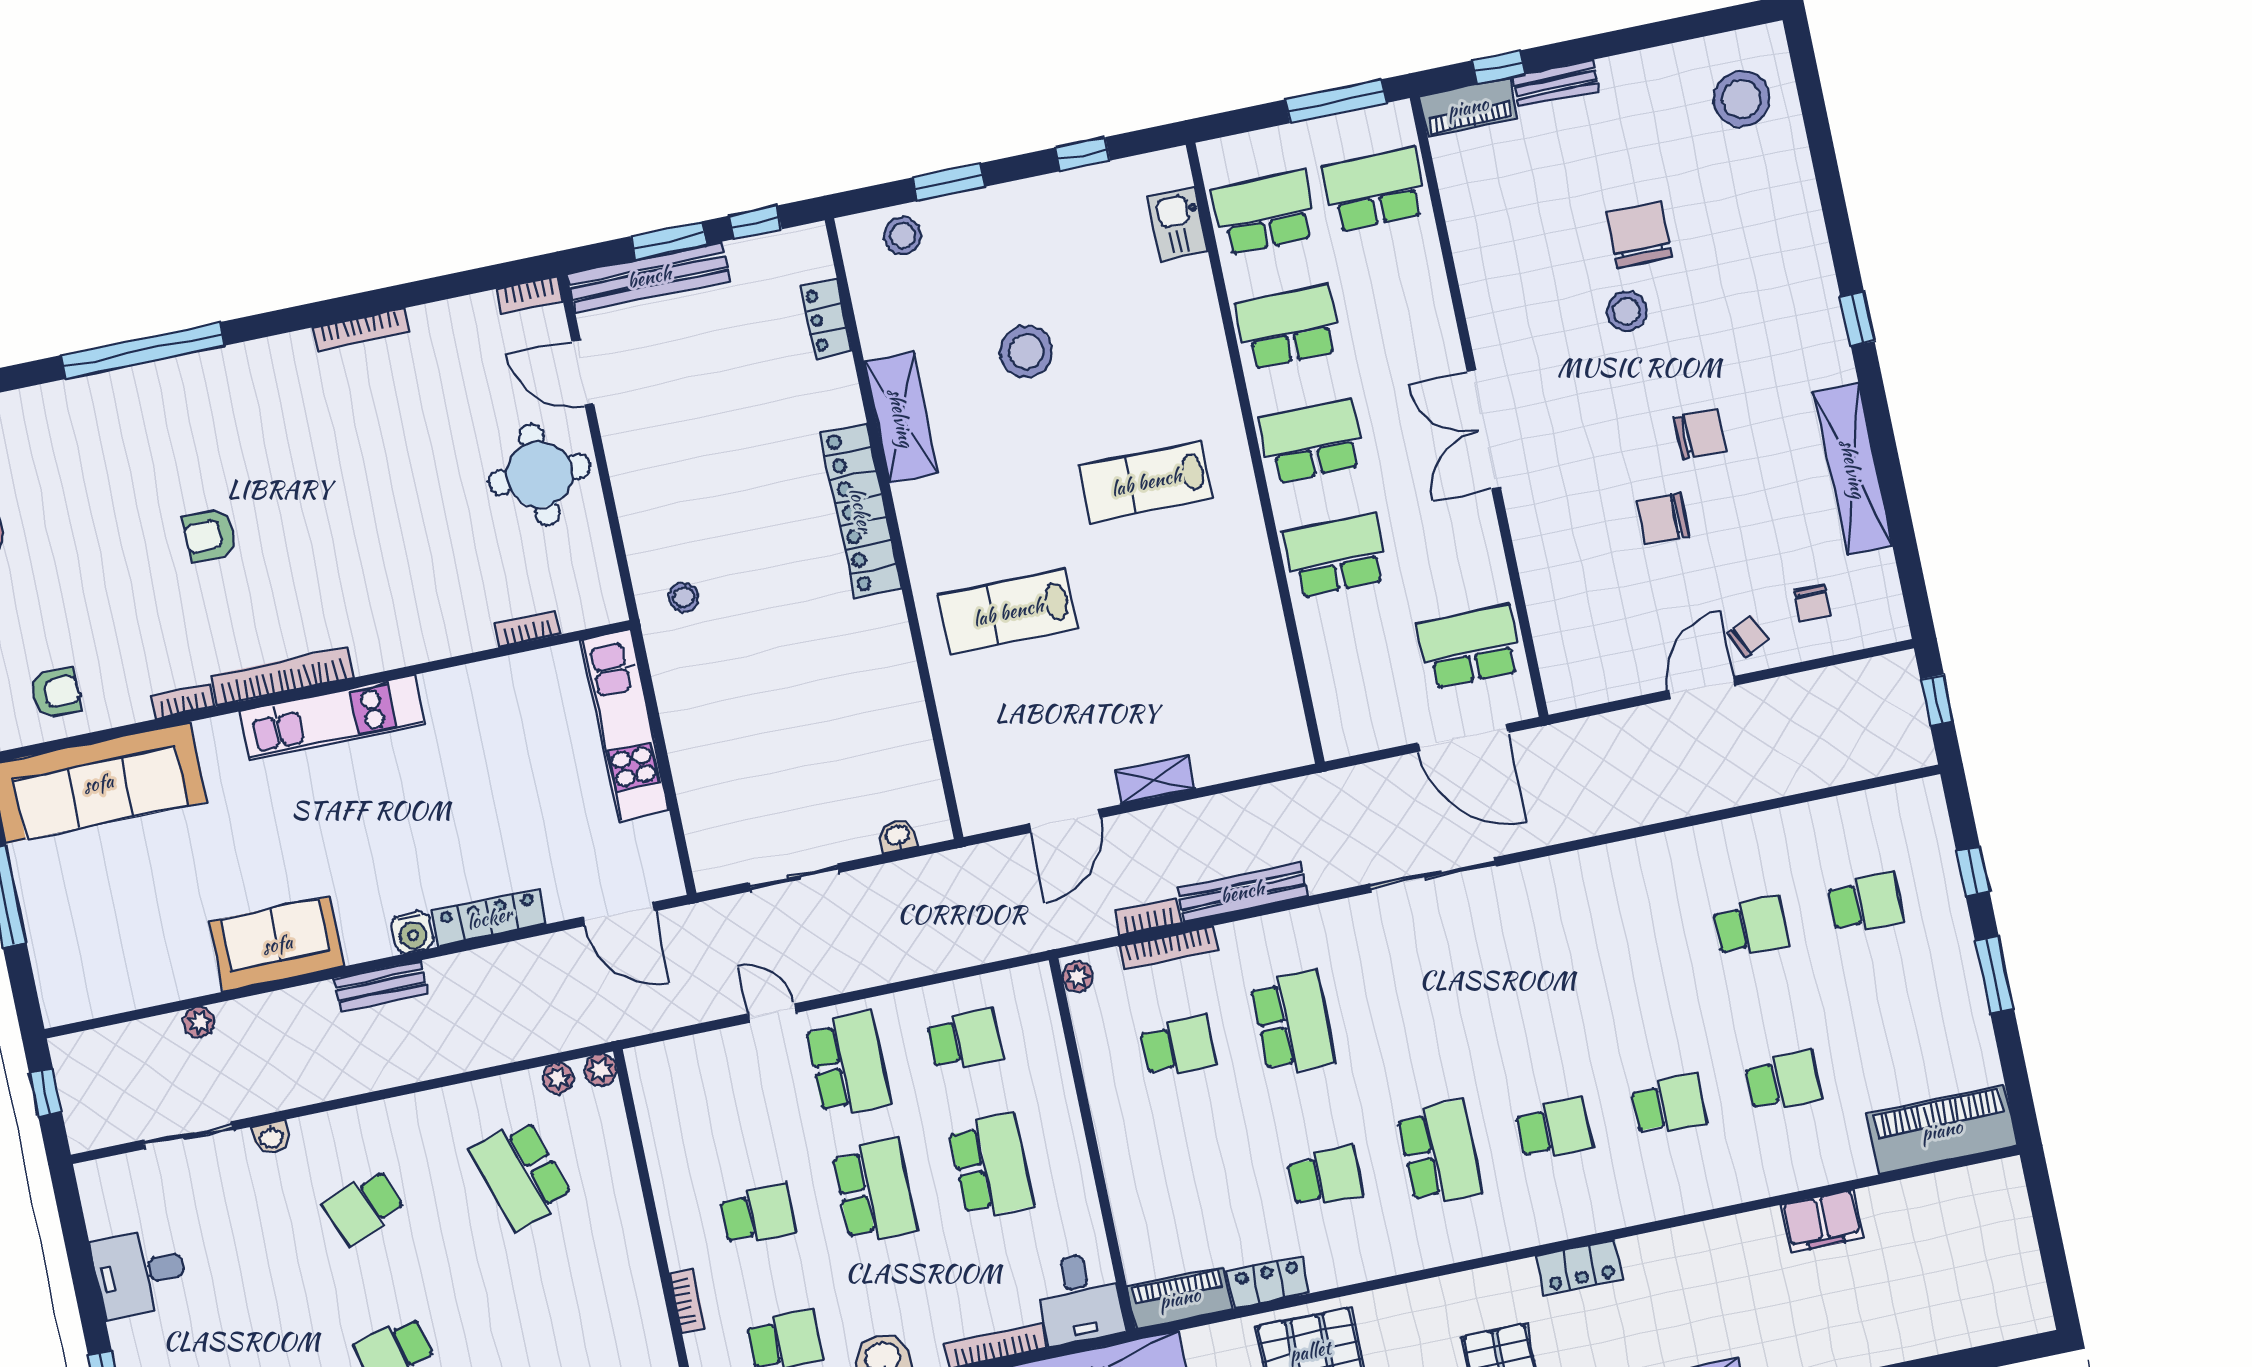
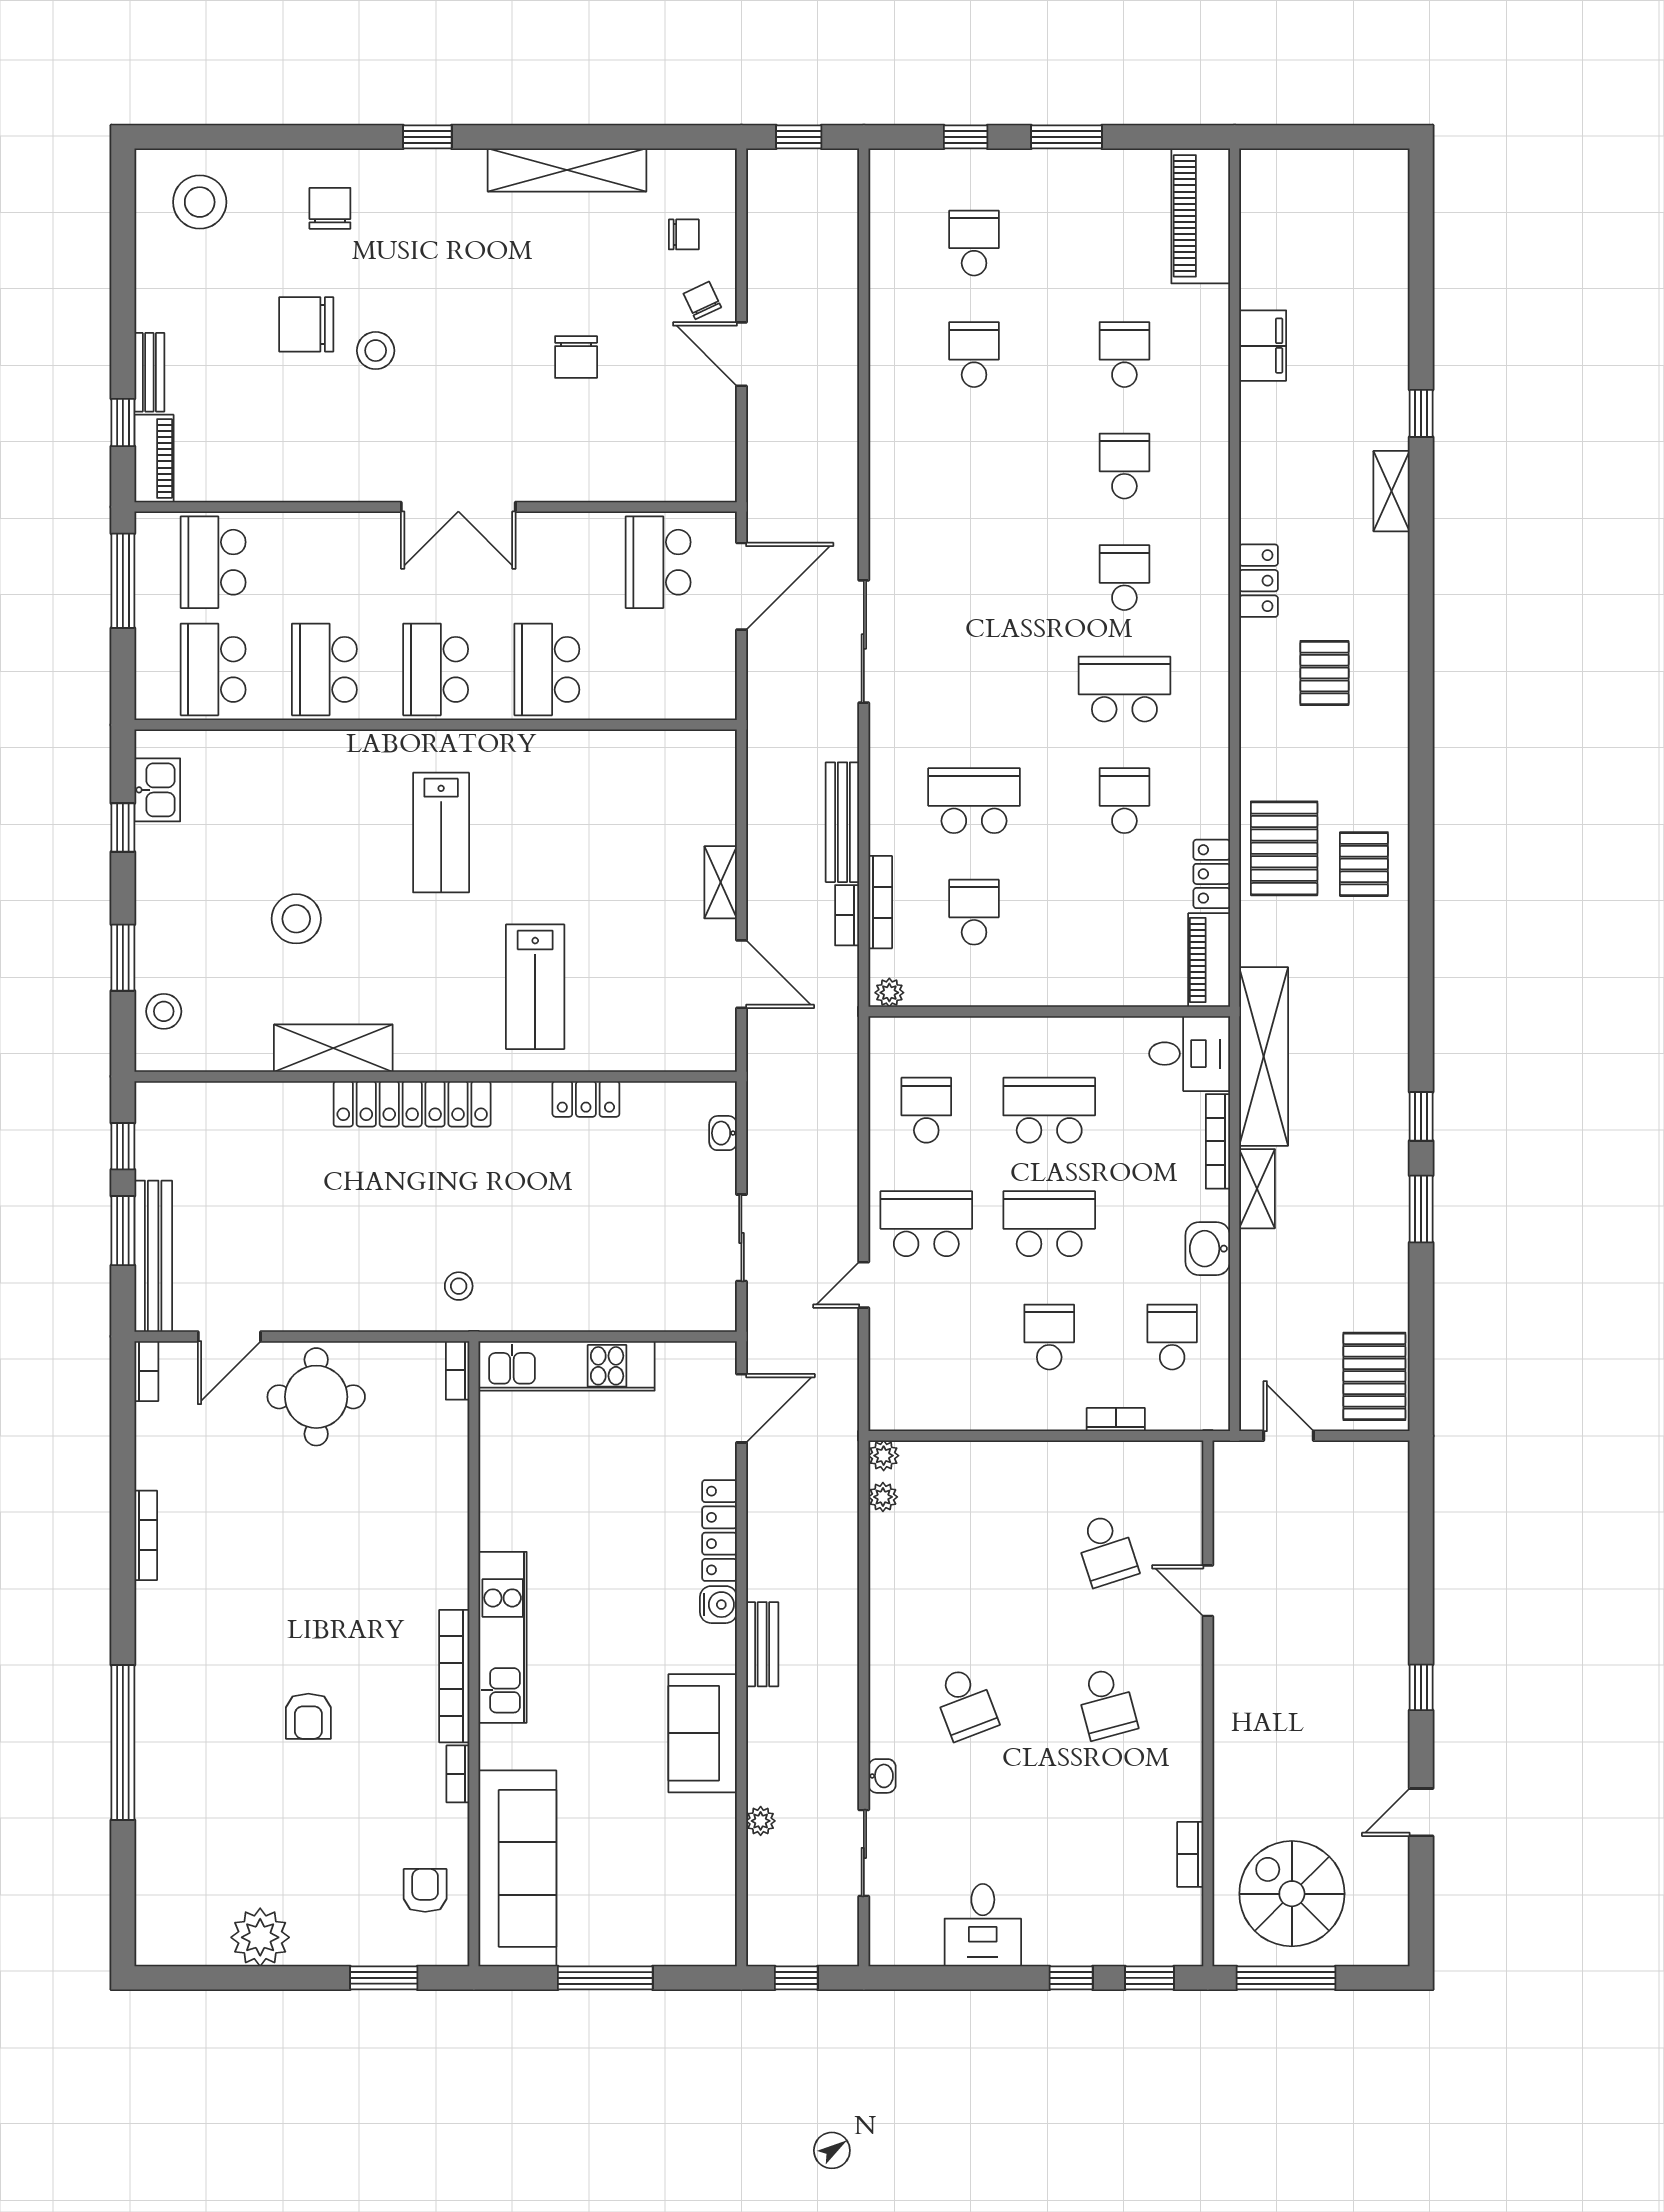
kitchen sink: (1178, 224) -> (157, 790), moved, turned -90
locker: (826, 319) -> (586, 1099), moved
chair: (1700, 434) -> (330, 208), moved
bookcase: (527, 629) -> (458, 1370), moved
school desk: (521, 1174) -> (1106, 1550), moved, width x0.54

